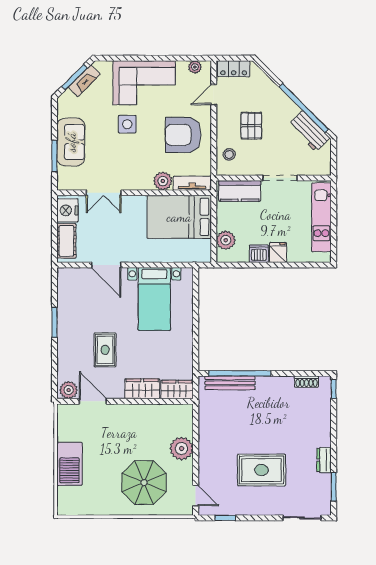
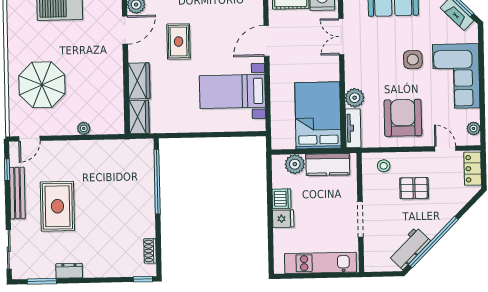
kitchen counter: (240, 191) -> (328, 164), moved, turned -90
rug: (105, 350) -> (179, 42), turned 90
bench: (230, 383) -> (17, 193), moved
plant: (182, 449) -> (84, 128), width x0.53, depth x0.53

